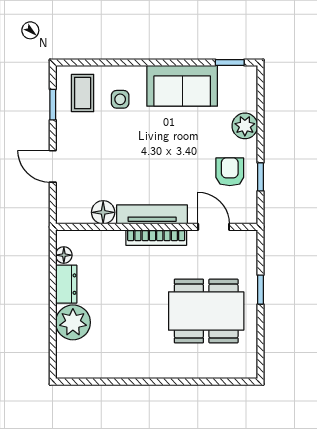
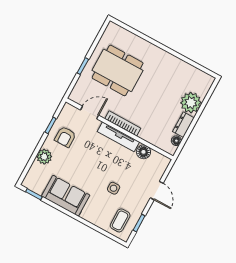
side table: (120, 99) -> (114, 188), moved
door: (214, 227) -> (90, 113), swing flipped

